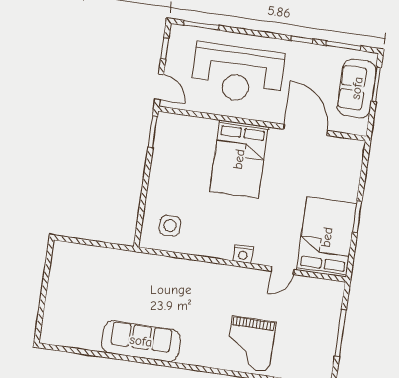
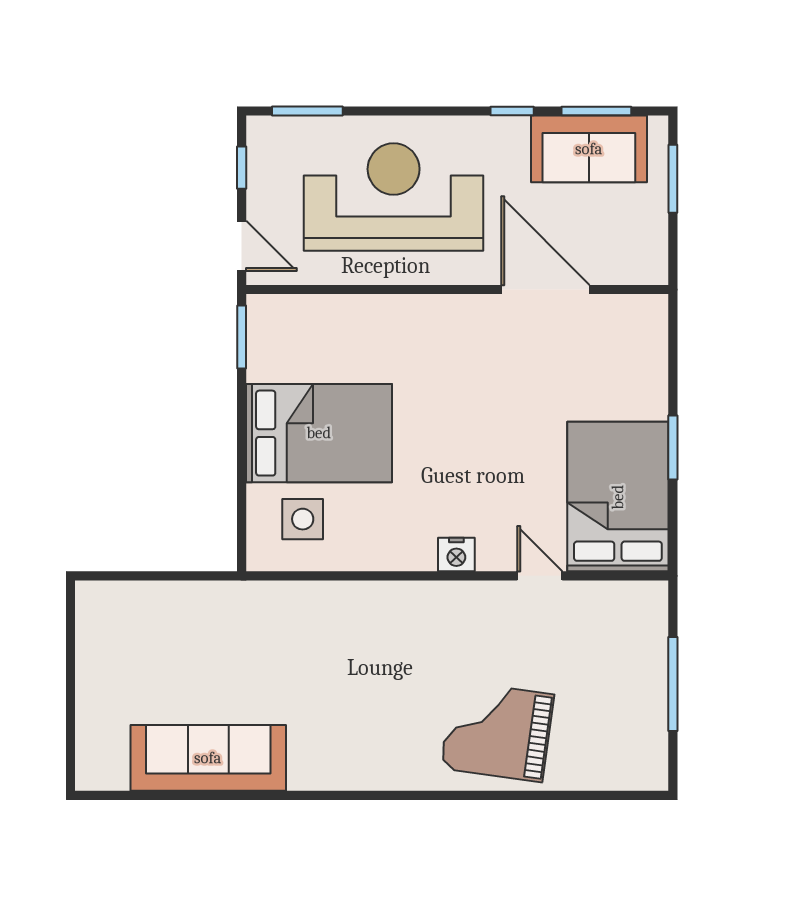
reception desk: (237, 74) -> (394, 197), turned 180
sofa: (357, 88) -> (589, 149), moved, turned -90
bed: (239, 159) -> (319, 433), moved, turned -90
door: (283, 270) -> (540, 576), swing flipped
sofa: (141, 341) -> (208, 758), moved
grand piano: (251, 344) -> (497, 731), turned 98

